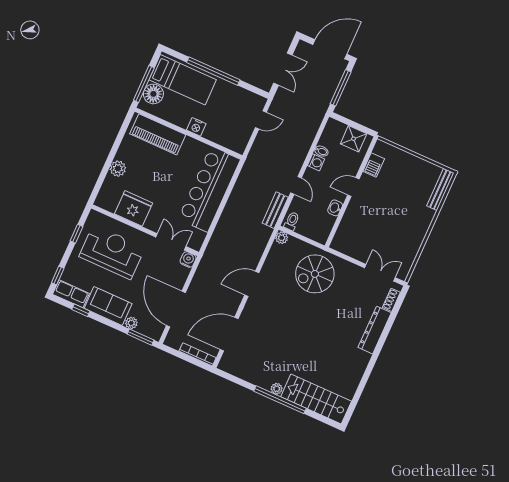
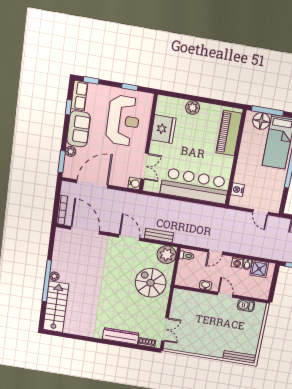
nightstand: (196, 127) -> (238, 190), moved
shower: (354, 139) -> (259, 269), moved
bench: (275, 210) -> (159, 236), moved
plant: (282, 238) -> (167, 255), width x1.88, depth x1.88

